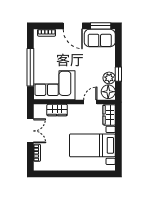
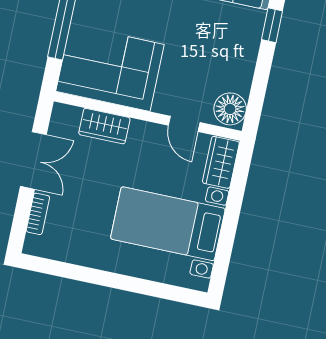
window: (118, 74) -> (272, 25), moved
plant: (109, 78) -> (239, 78), removed
door: (90, 102) -> (184, 124), swing flipped

